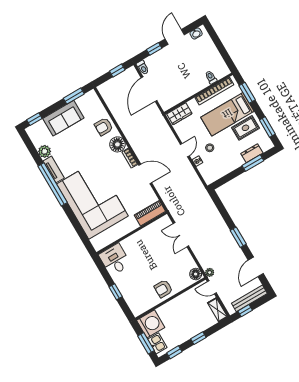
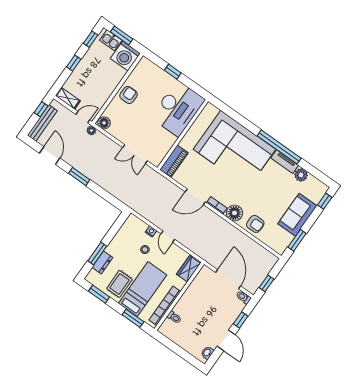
armchair: (104, 127) -> (255, 224), turned 90
double door: (181, 235) -> (135, 154), swing flipped
desk: (115, 260) -> (178, 108), width x1.87, depth x1.30

